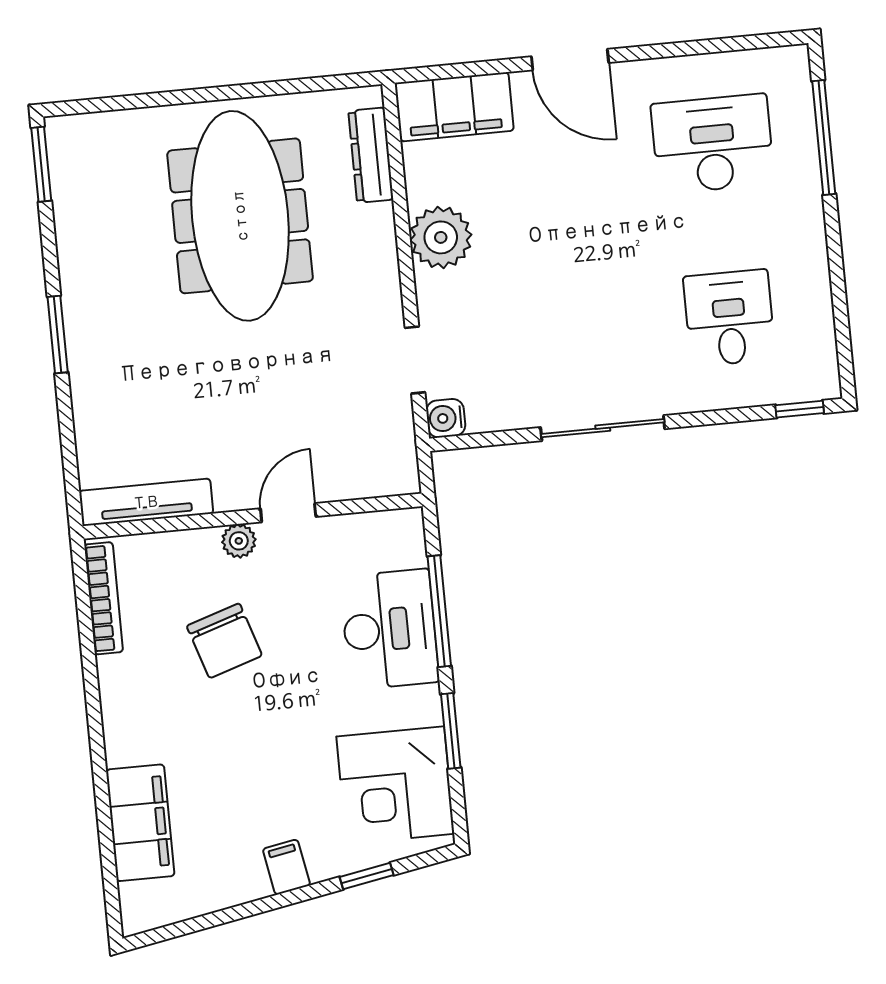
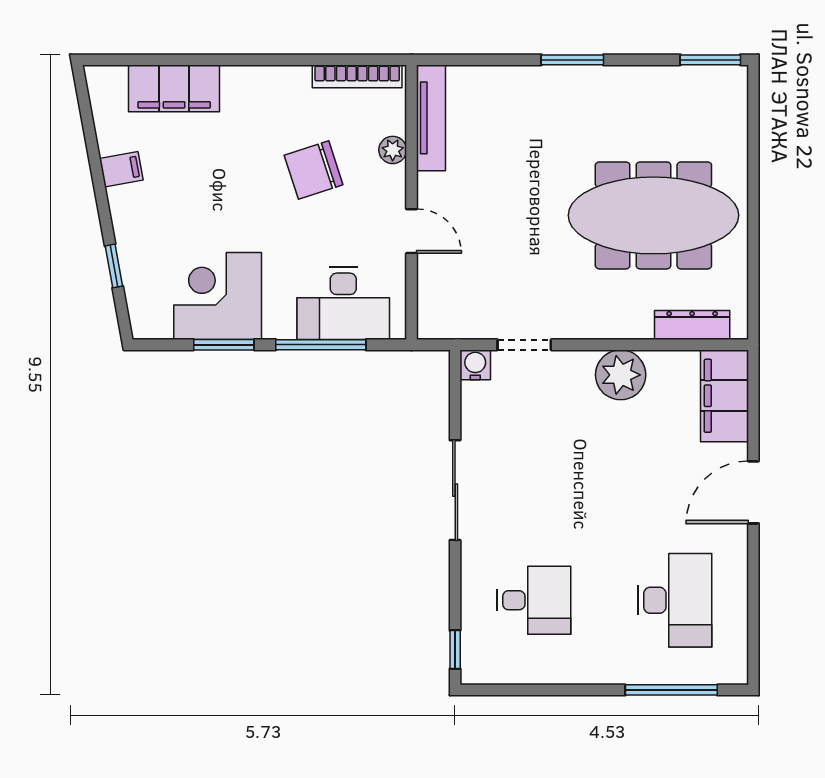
plant: (239, 541) -> (393, 150), moved
desk: (390, 629) -> (343, 303), moved
corner desk: (395, 785) -> (218, 296), moved
filing cabinet: (286, 867) -> (121, 169), moved

